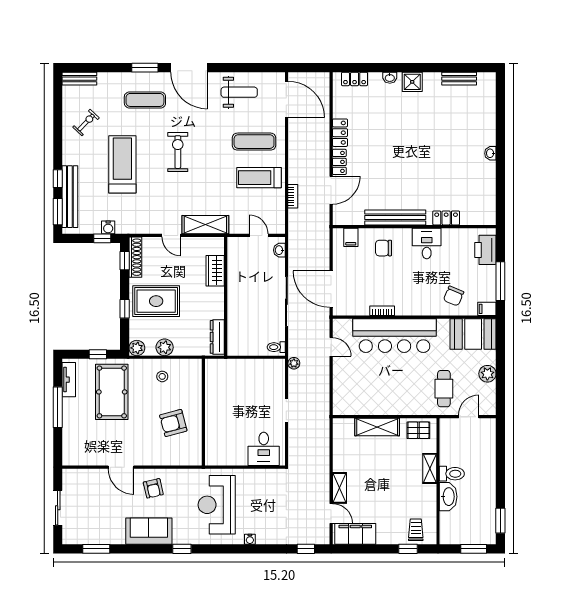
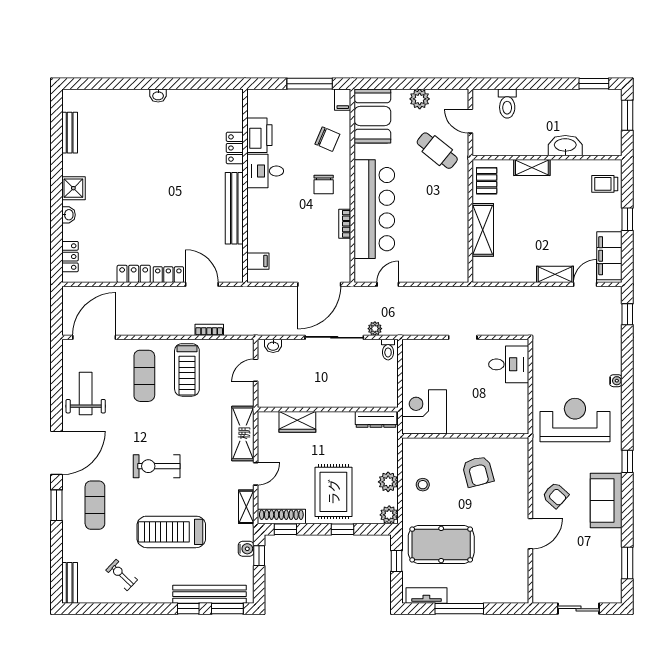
shelving: (144, 228) -> (246, 507), added
chair: (384, 248) -> (324, 184), moved
printer: (485, 250) -> (259, 135), moved, turned -90
plant: (294, 363) -> (375, 329), moved
corner desk: (224, 378) -> (424, 412), added
cafe table: (444, 389) -> (437, 151), turned 39
toilet: (452, 474) -> (507, 104), moved, turned 180
armchair: (153, 488) -> (555, 495), turned 55
reception desk: (217, 505) -> (575, 420), turned 180
window: (408, 549) -> (627, 219), moved

